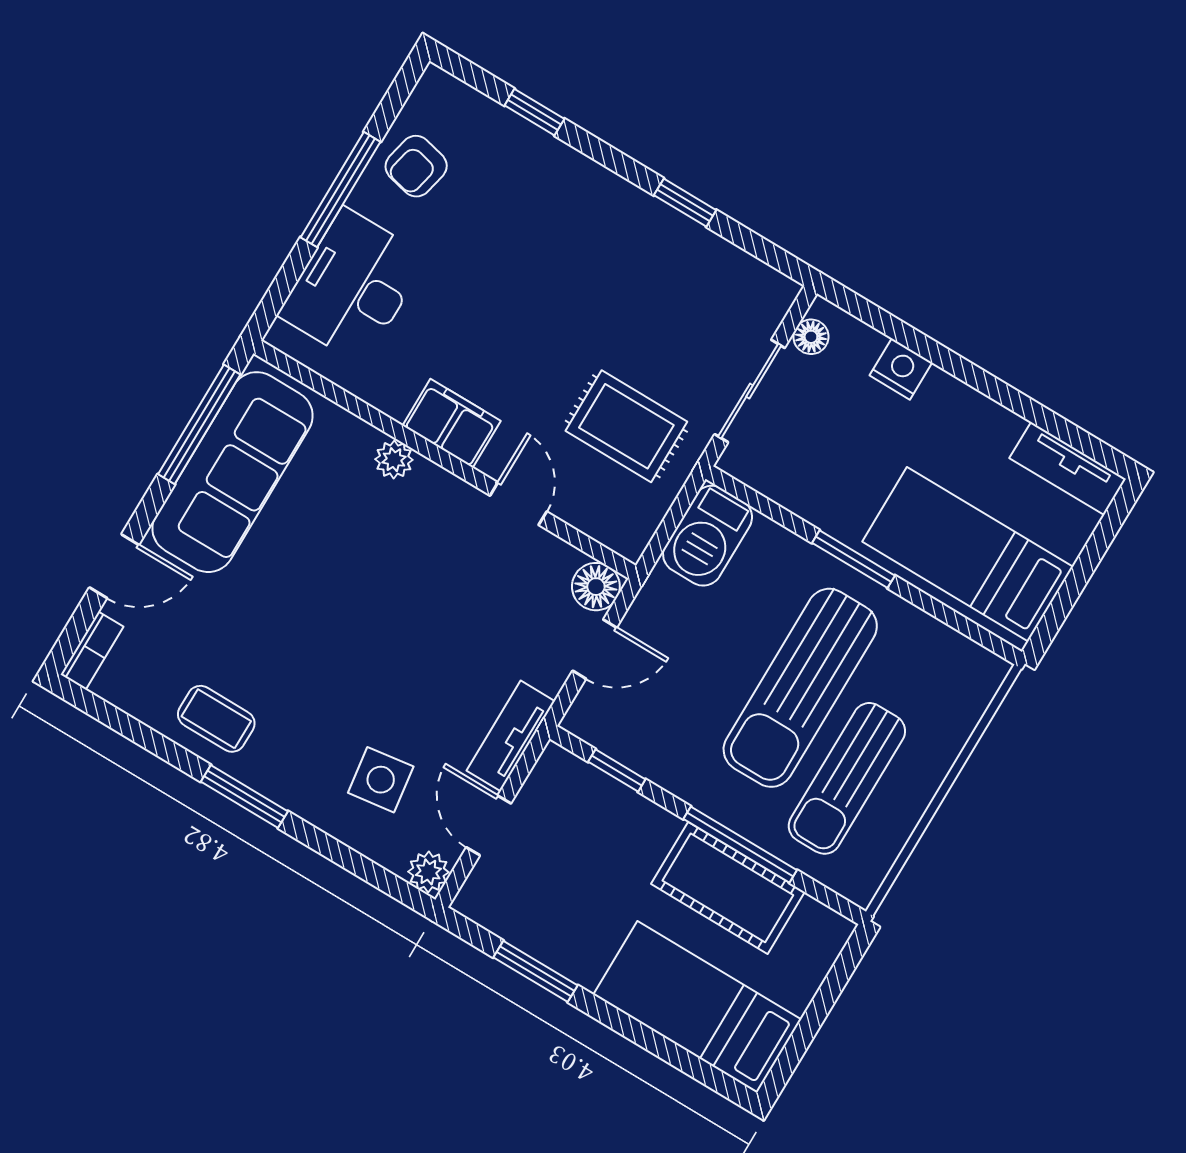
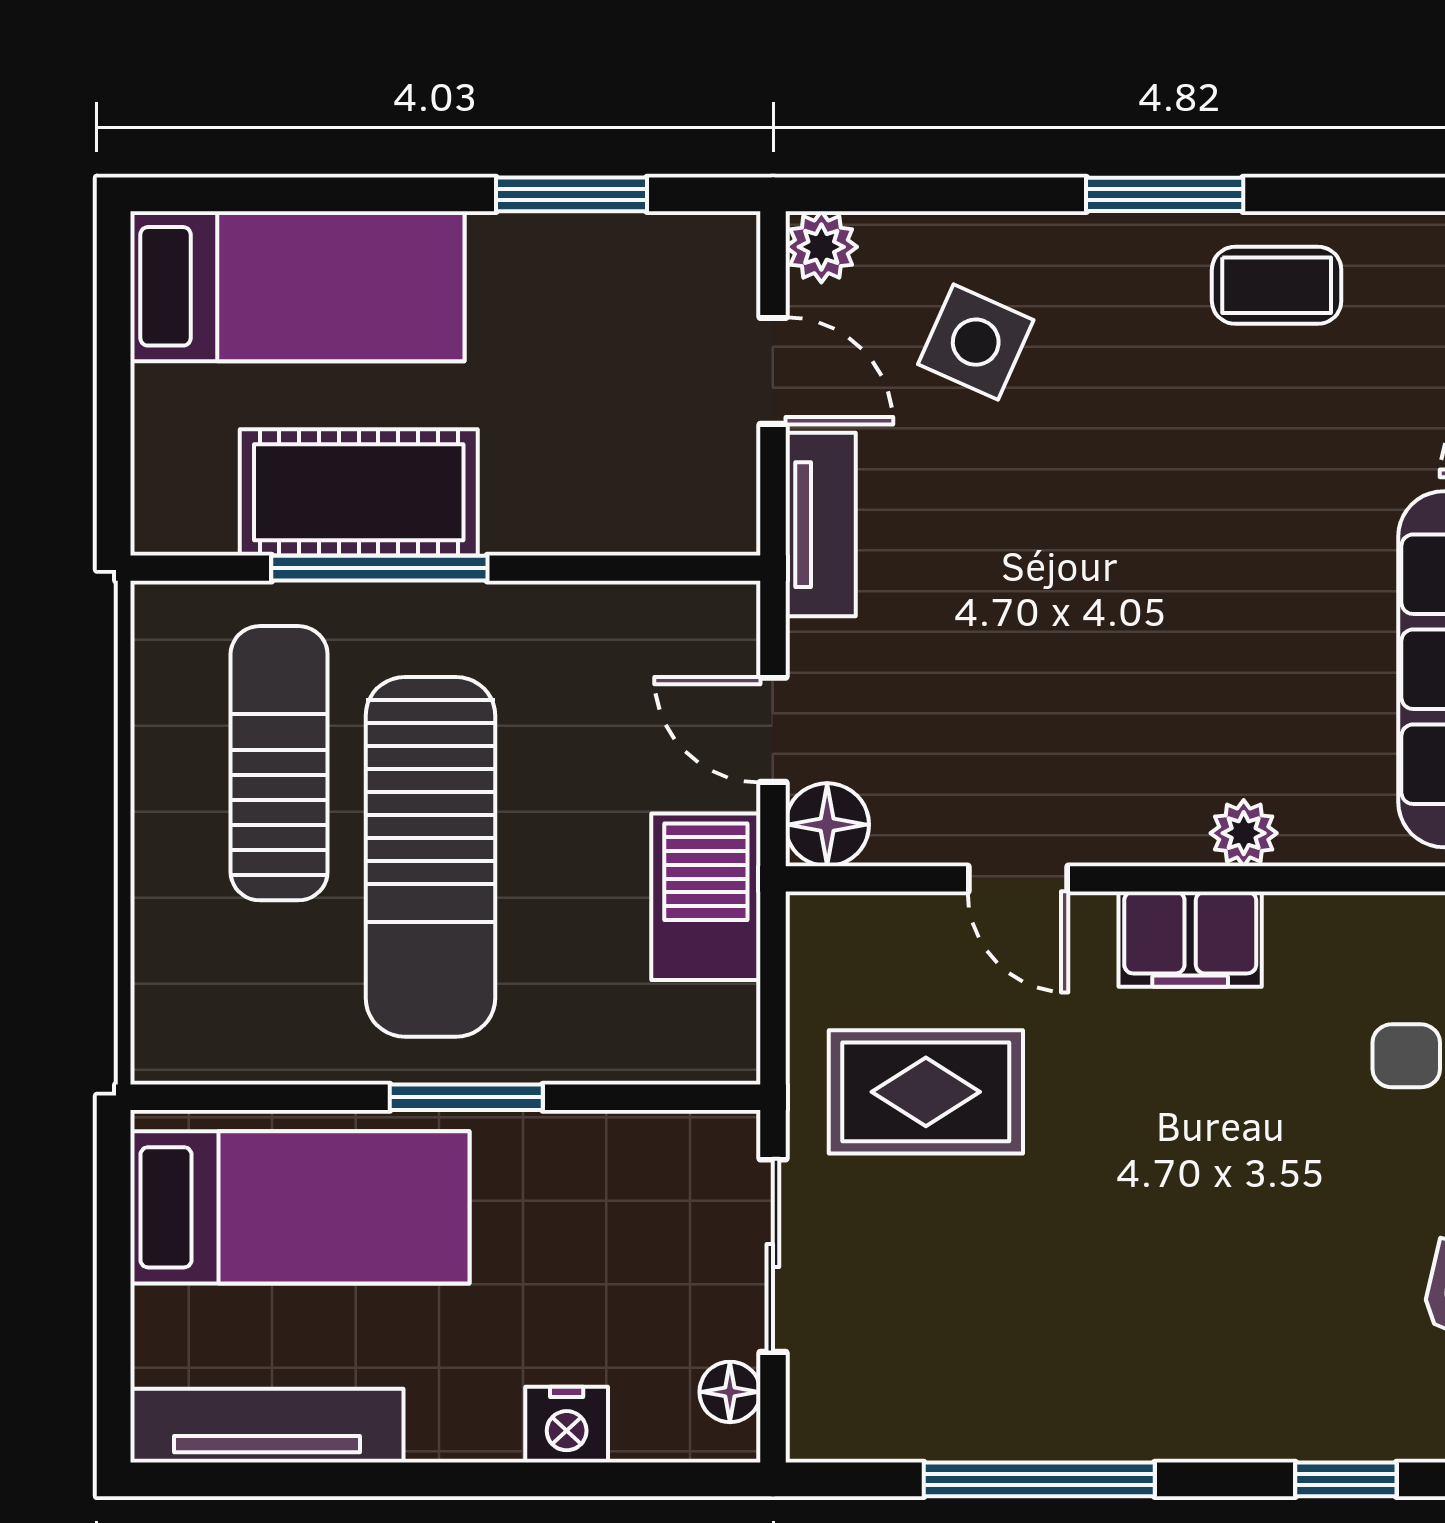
window: (685, 203) -> (1039, 1479), width x2.17
tv unit: (1068, 468) -> (267, 1426), width x1.41
barbecue: (708, 536) -> (706, 897), moved
door: (595, 649) -> (773, 730), hinge flipped
sun lounger: (800, 688) -> (430, 857), turned 180
window: (617, 771) -> (631, 568), removed
side table: (381, 780) -> (976, 342), turned 32

